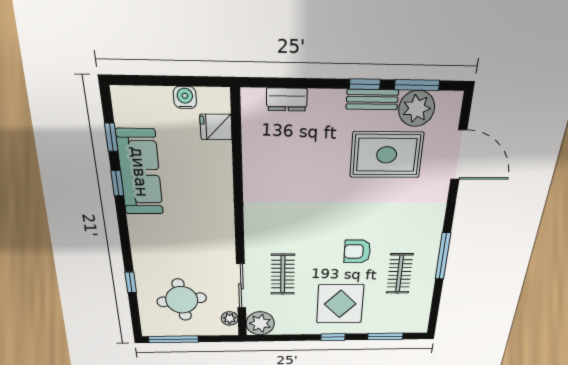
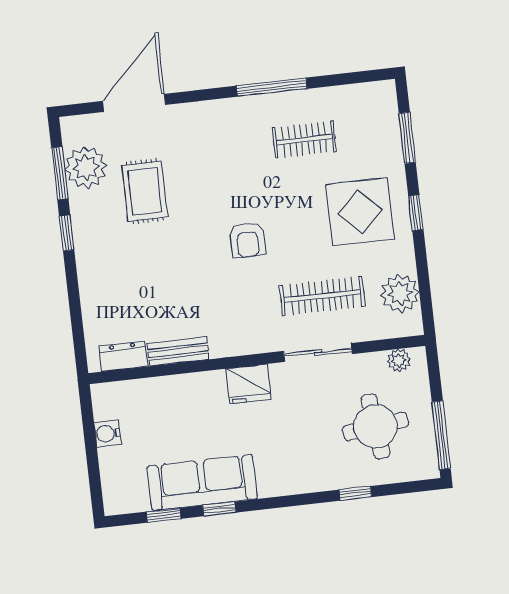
dresser: (287, 99) -> (123, 356), moved, turned -90
bench: (372, 99) -> (178, 351), moved, turned 90
fridge: (216, 127) -> (249, 384), moved, width x1.38
rug: (387, 155) -> (145, 191), width x0.73, depth x0.70
armchair: (357, 251) -> (247, 240), moved
clothes rail: (283, 274) -> (322, 296), width x1.36
sliding door: (241, 286) -> (318, 353), moved
plant: (260, 323) -> (400, 293), moved

